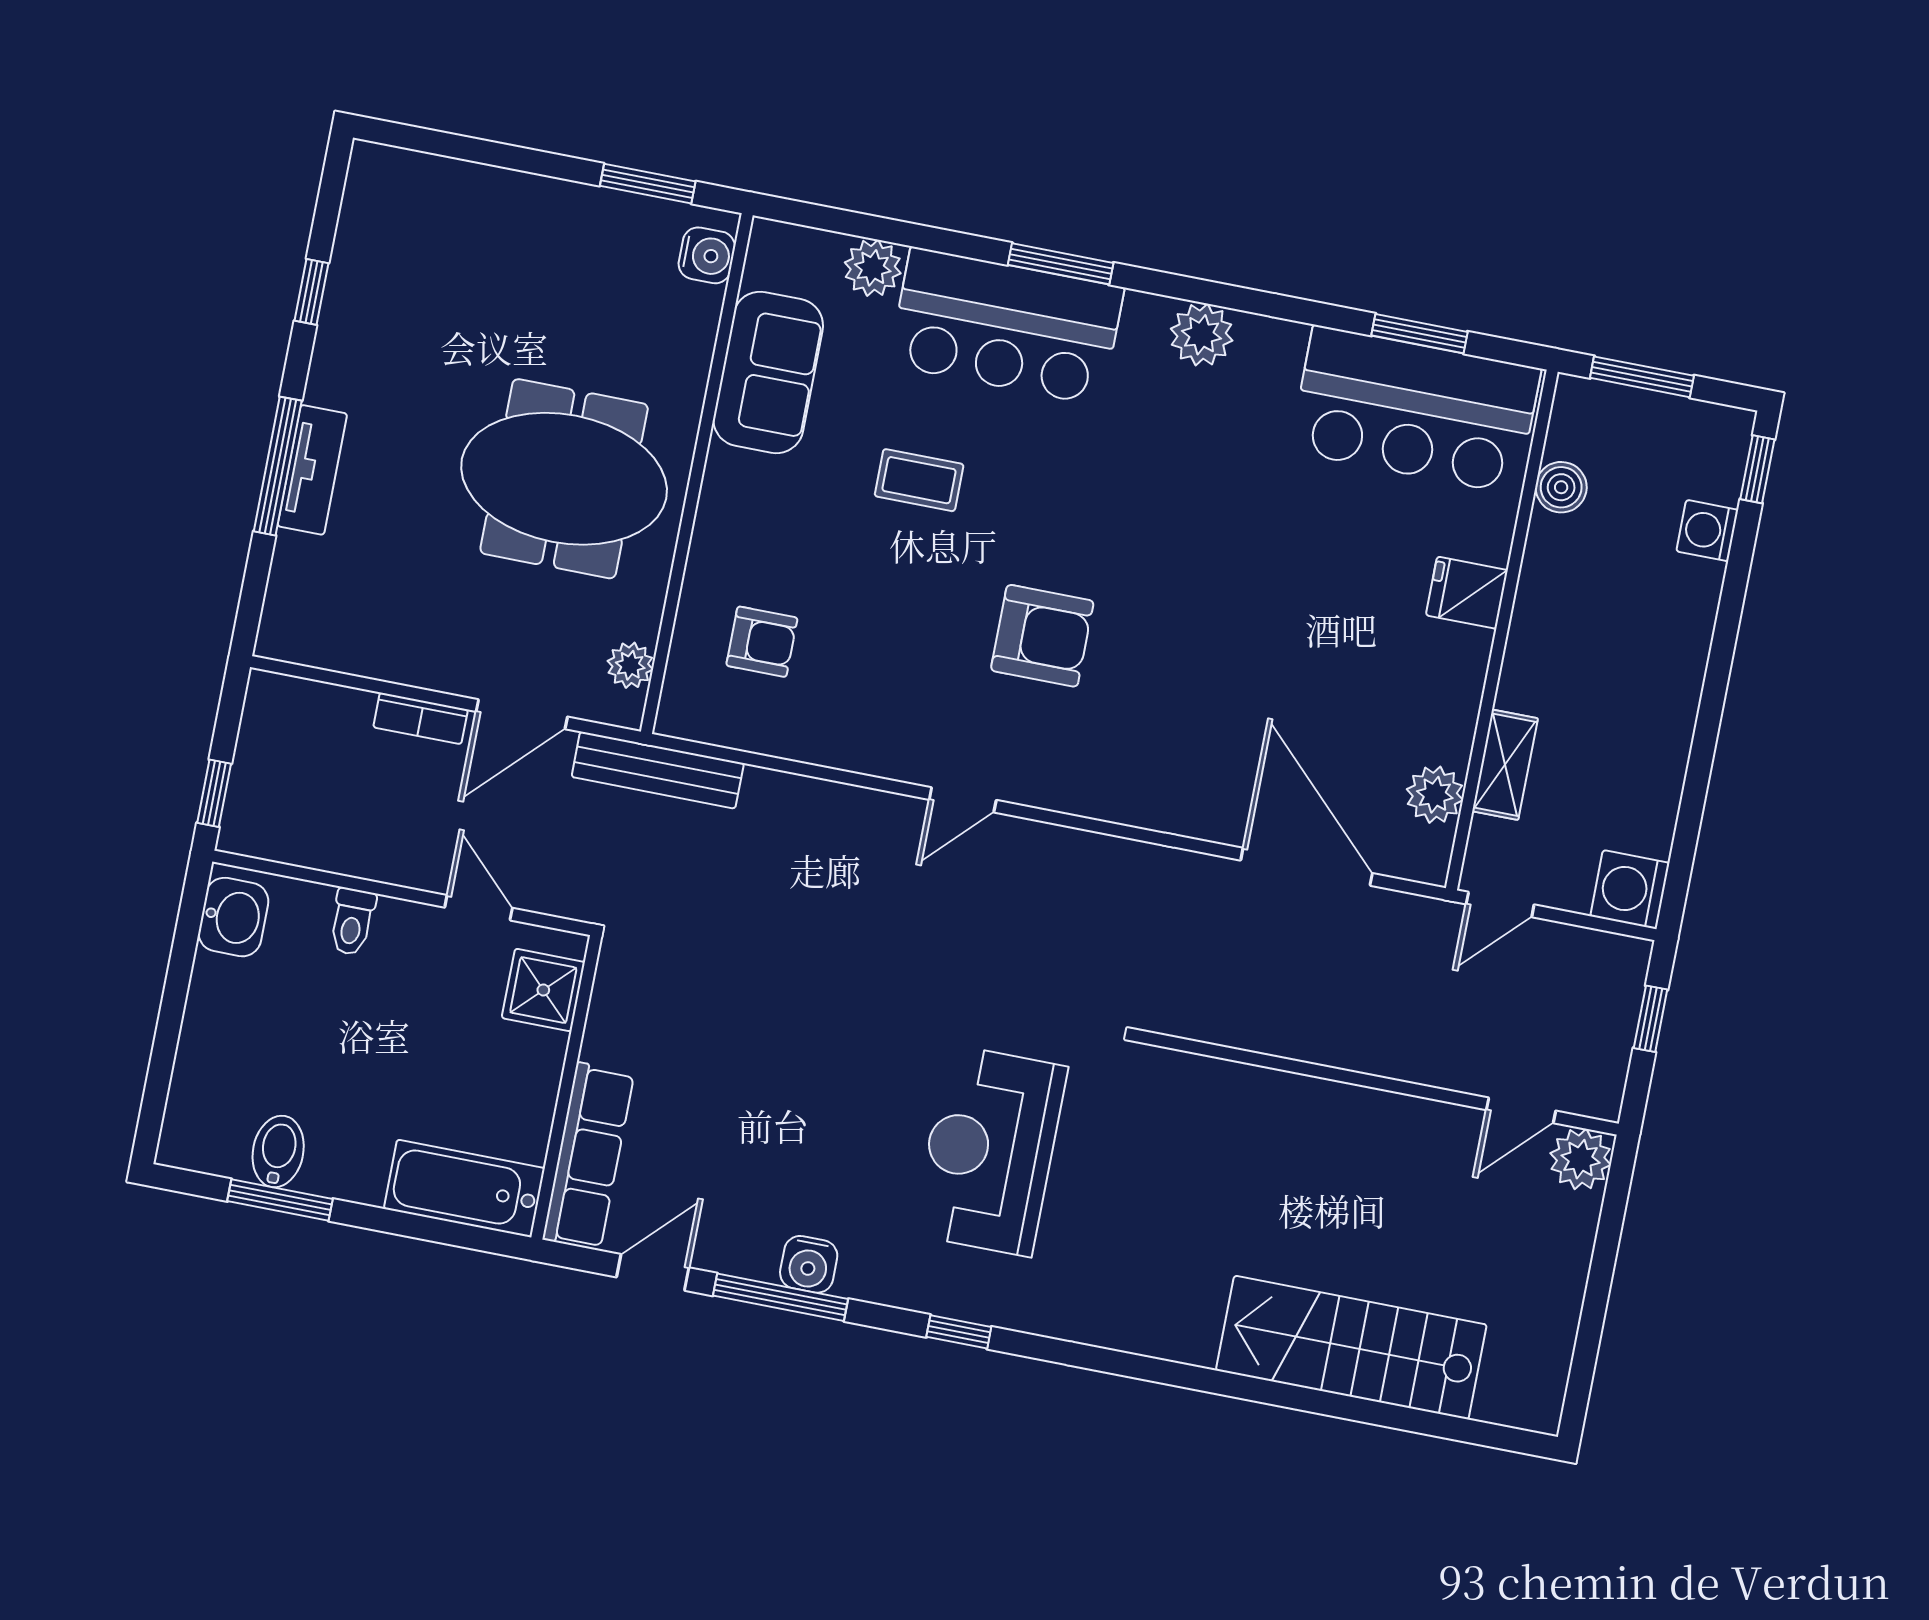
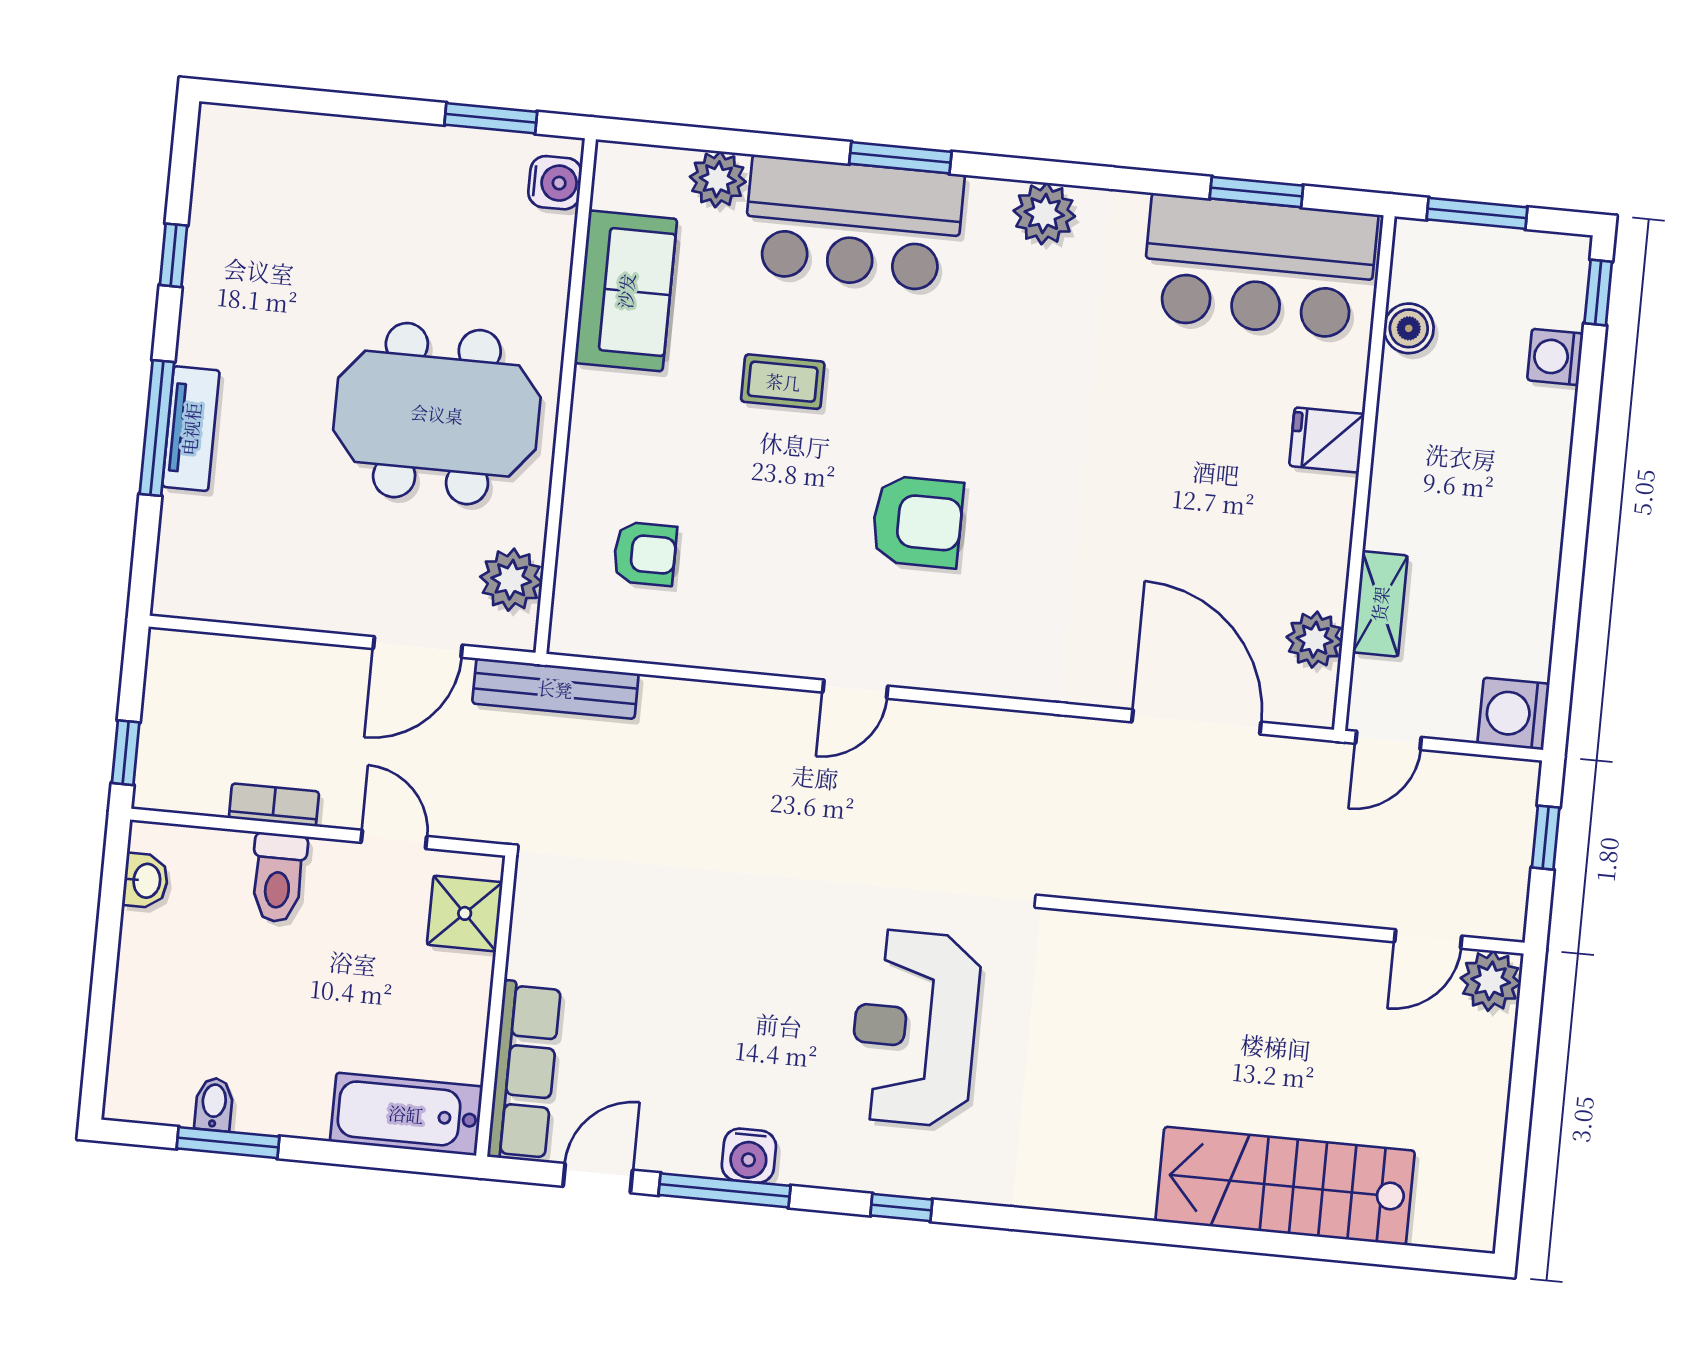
plant: (630, 665) -> (511, 580), width x1.38, depth x1.38
bookcase: (421, 718) -> (274, 805), moved, turned 180
washbasin: (233, 917) -> (146, 881), width x0.72, depth x0.69
toilet: (352, 922) -> (278, 878), width x1.37, depth x1.39
bidet: (278, 1152) -> (214, 1104), width x0.72, depth x0.74

